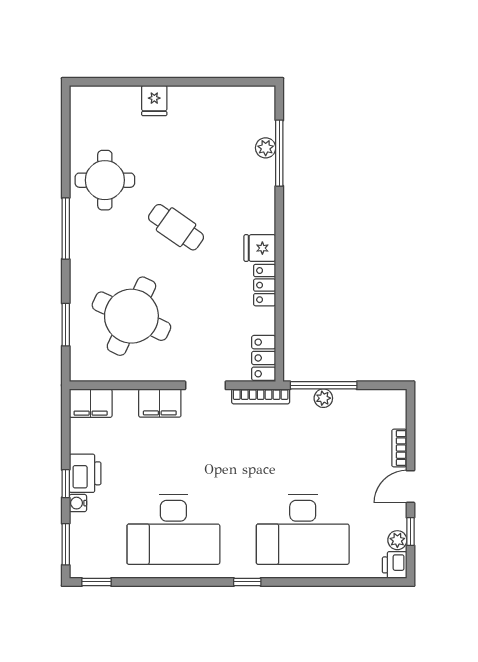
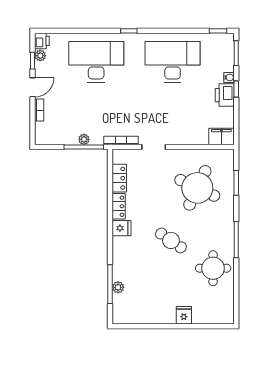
locker: (264, 358) -> (119, 178), moved
filing cabinet: (160, 403) -> (181, 137), removed

